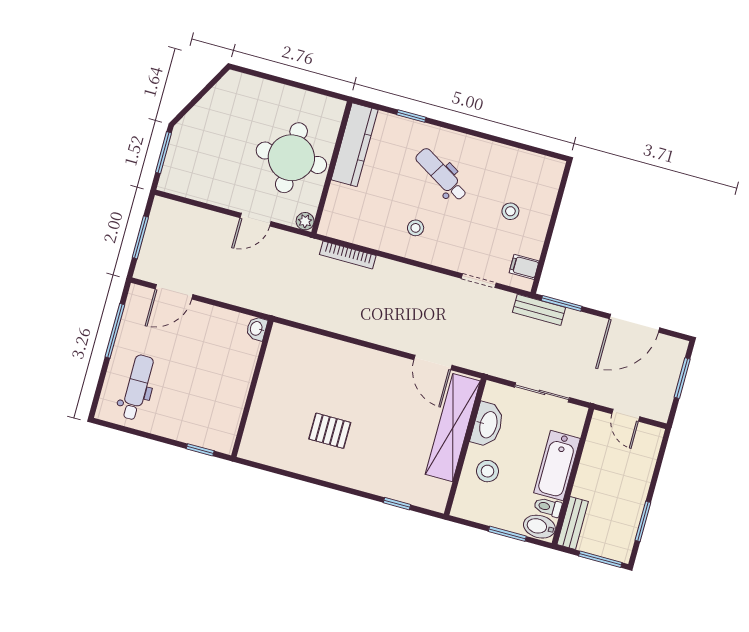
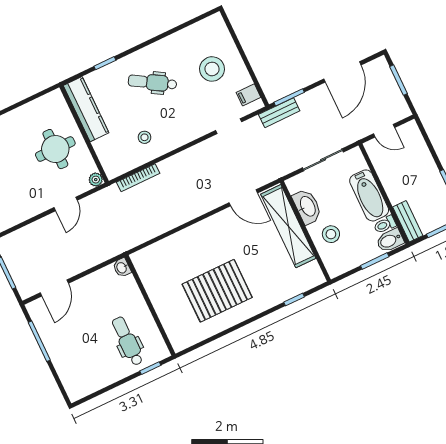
round table: (291, 158) -> (55, 149), width x0.73, depth x0.73
stool: (510, 211) -> (212, 69), width x1.89, depth x1.89
stool: (416, 228) -> (144, 137), moved
dental chair: (137, 387) -> (128, 341), moved
pallet: (330, 431) -> (217, 291), width x2.05, depth x2.00

